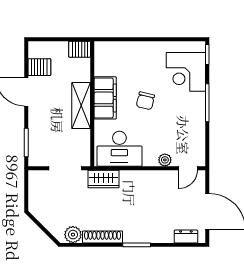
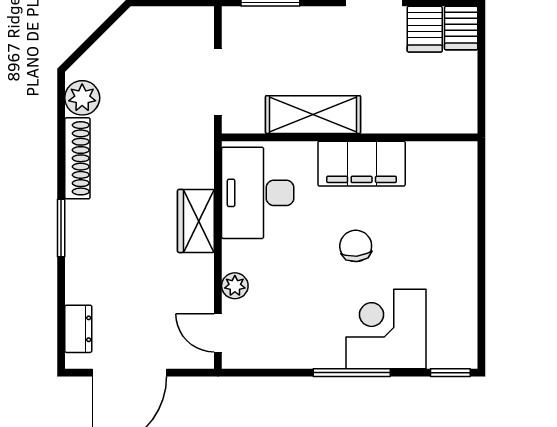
server rack: (80, 49) -> (461, 28), moved, turned 180
corner desk: (186, 72) -> (386, 329), moved
chair: (145, 101) -> (356, 246), turned 72
shelving: (81, 106) -> (313, 115), moved
wardrobe: (103, 179) -> (196, 221), moved

